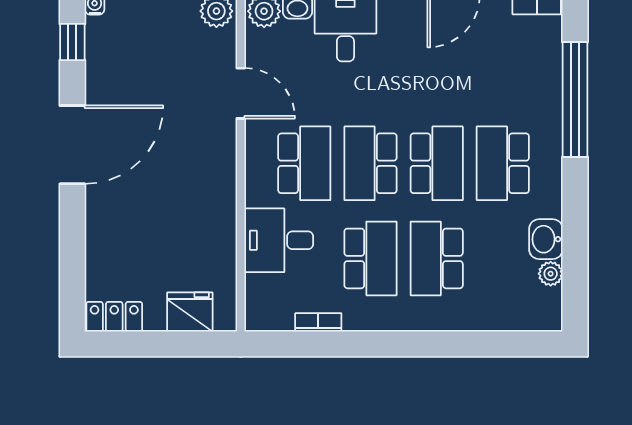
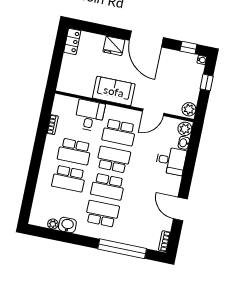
sofa: (210, 196) -> (114, 91), added
school desk: (437, 258) -> (69, 179), turned 180
fridge: (190, 312) -> (114, 46), moved, turned 90

